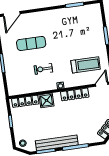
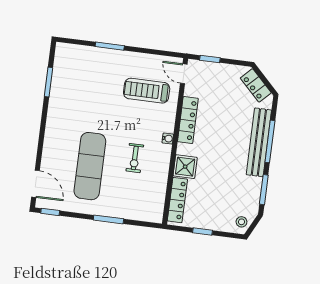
exercise mat: (31, 43) -> (90, 166), width x1.36, depth x1.45
treadmill: (86, 65) -> (147, 91), turned -90
bench: (57, 143) -> (259, 142), moved

